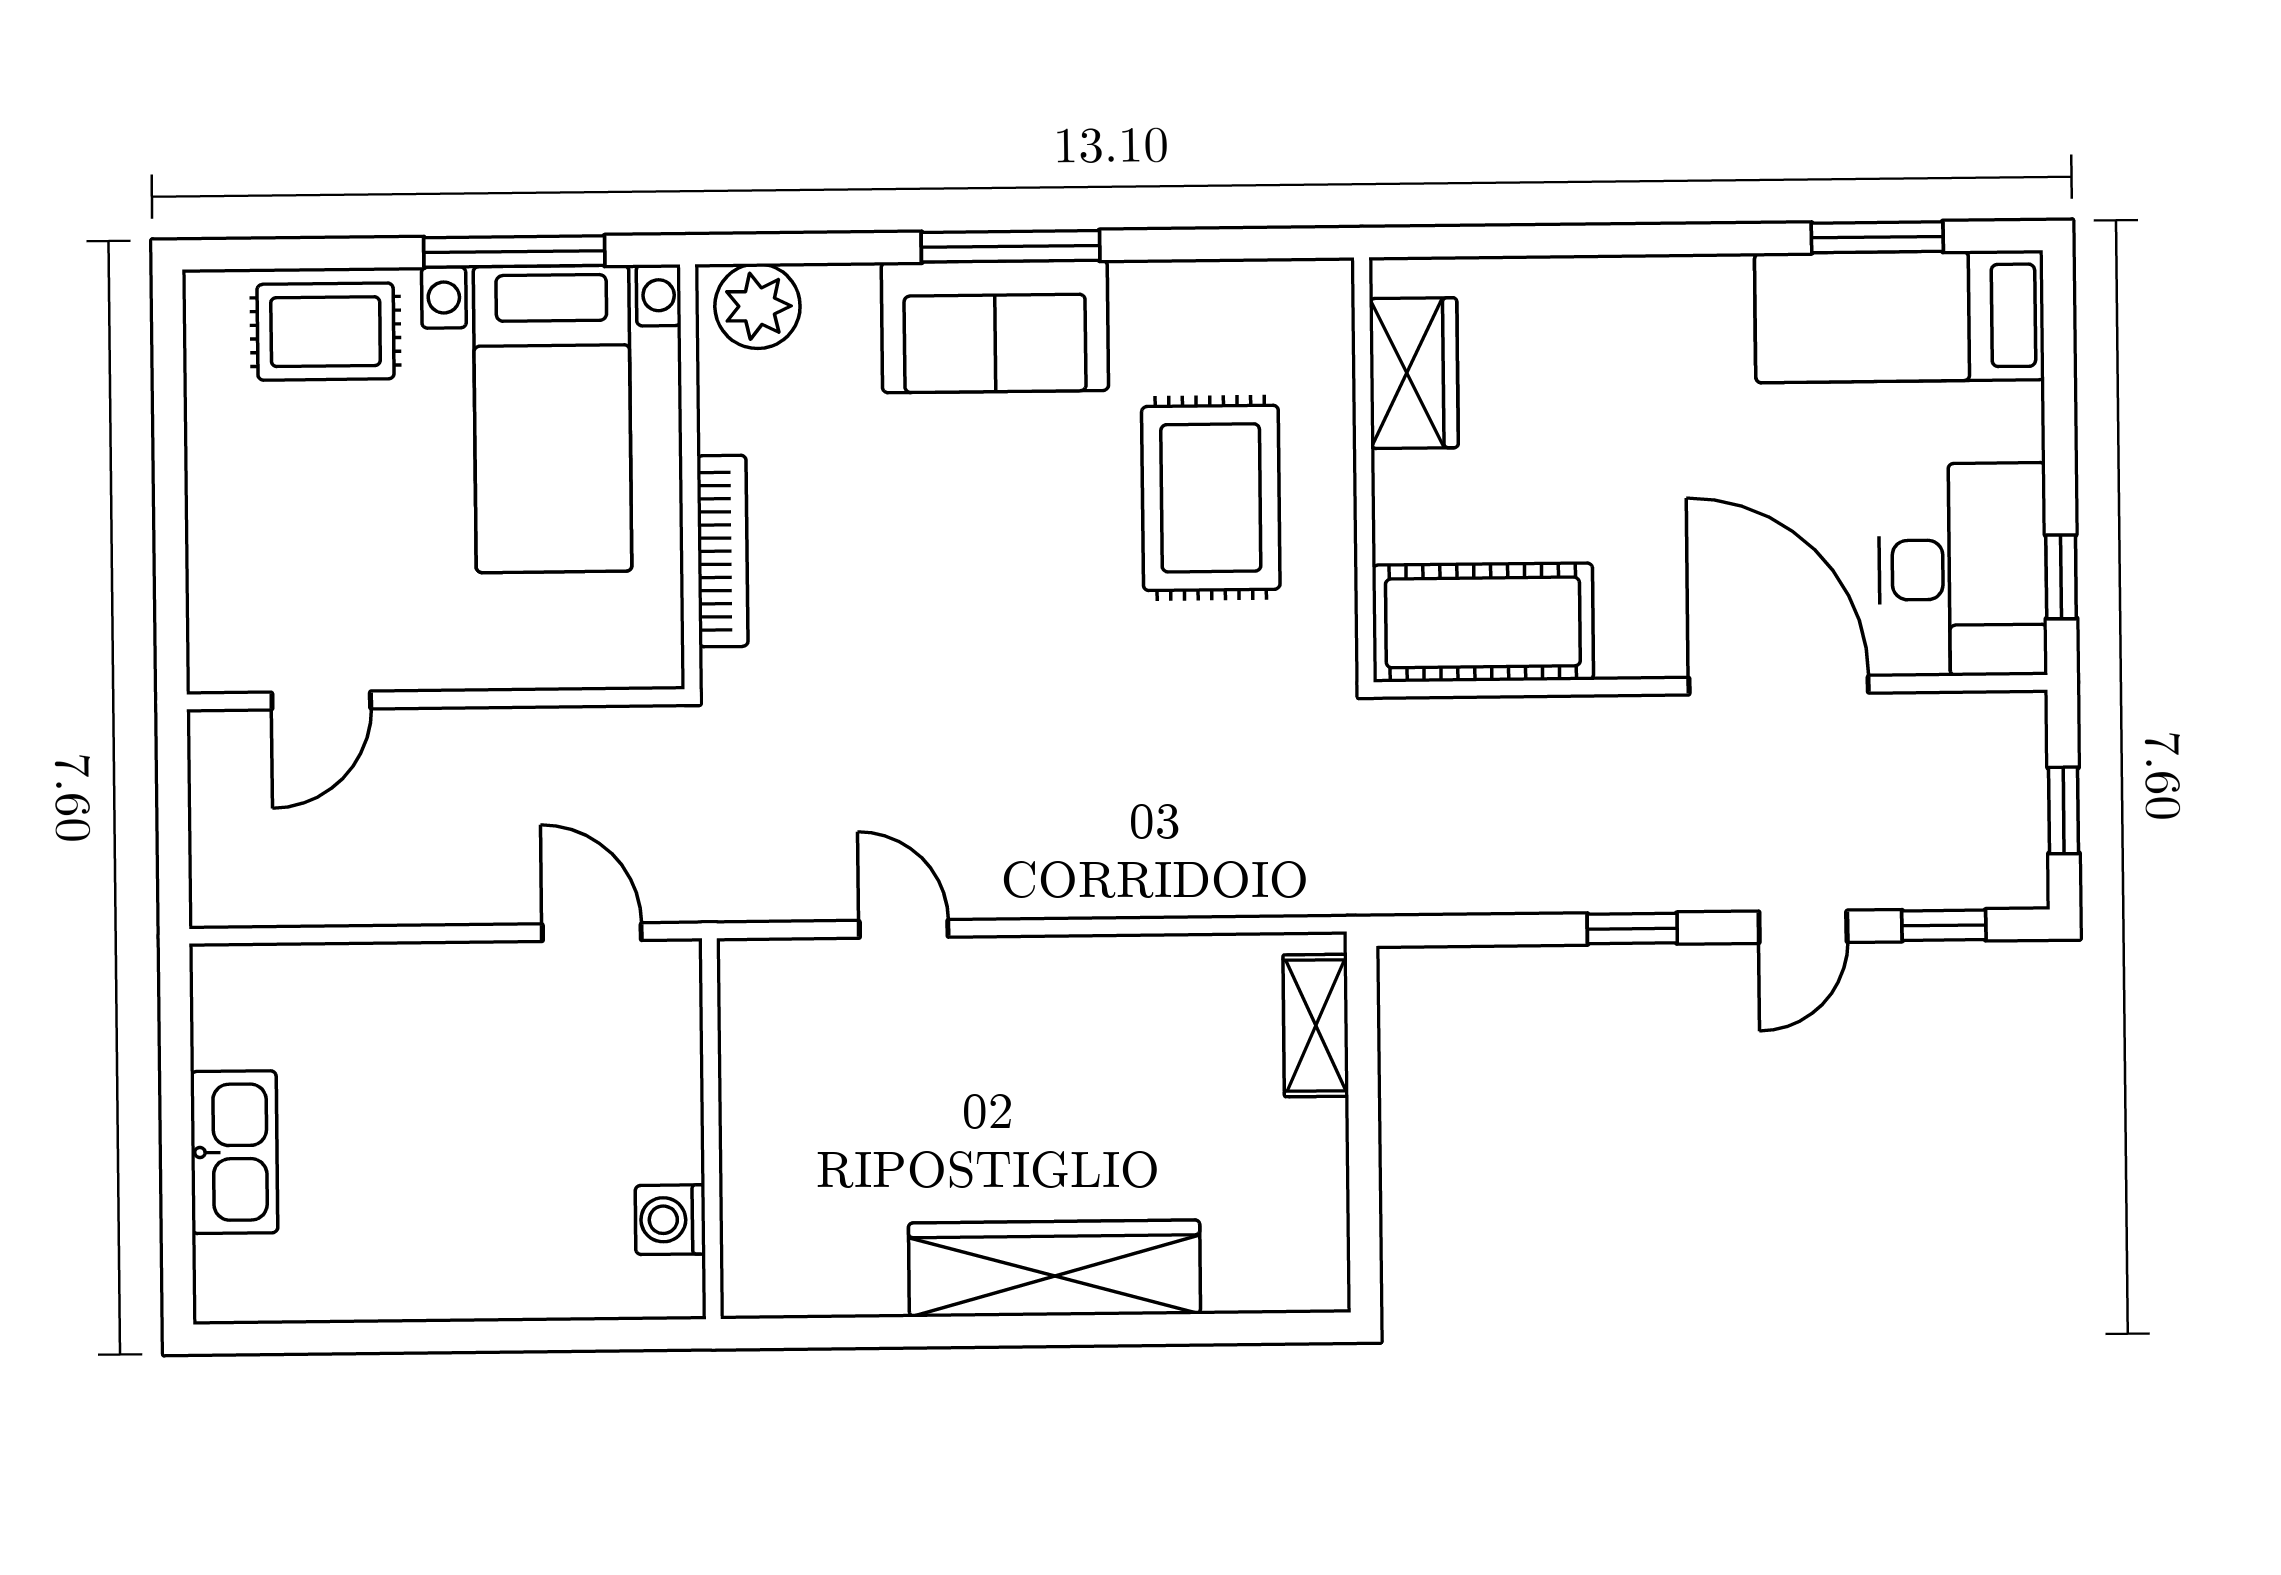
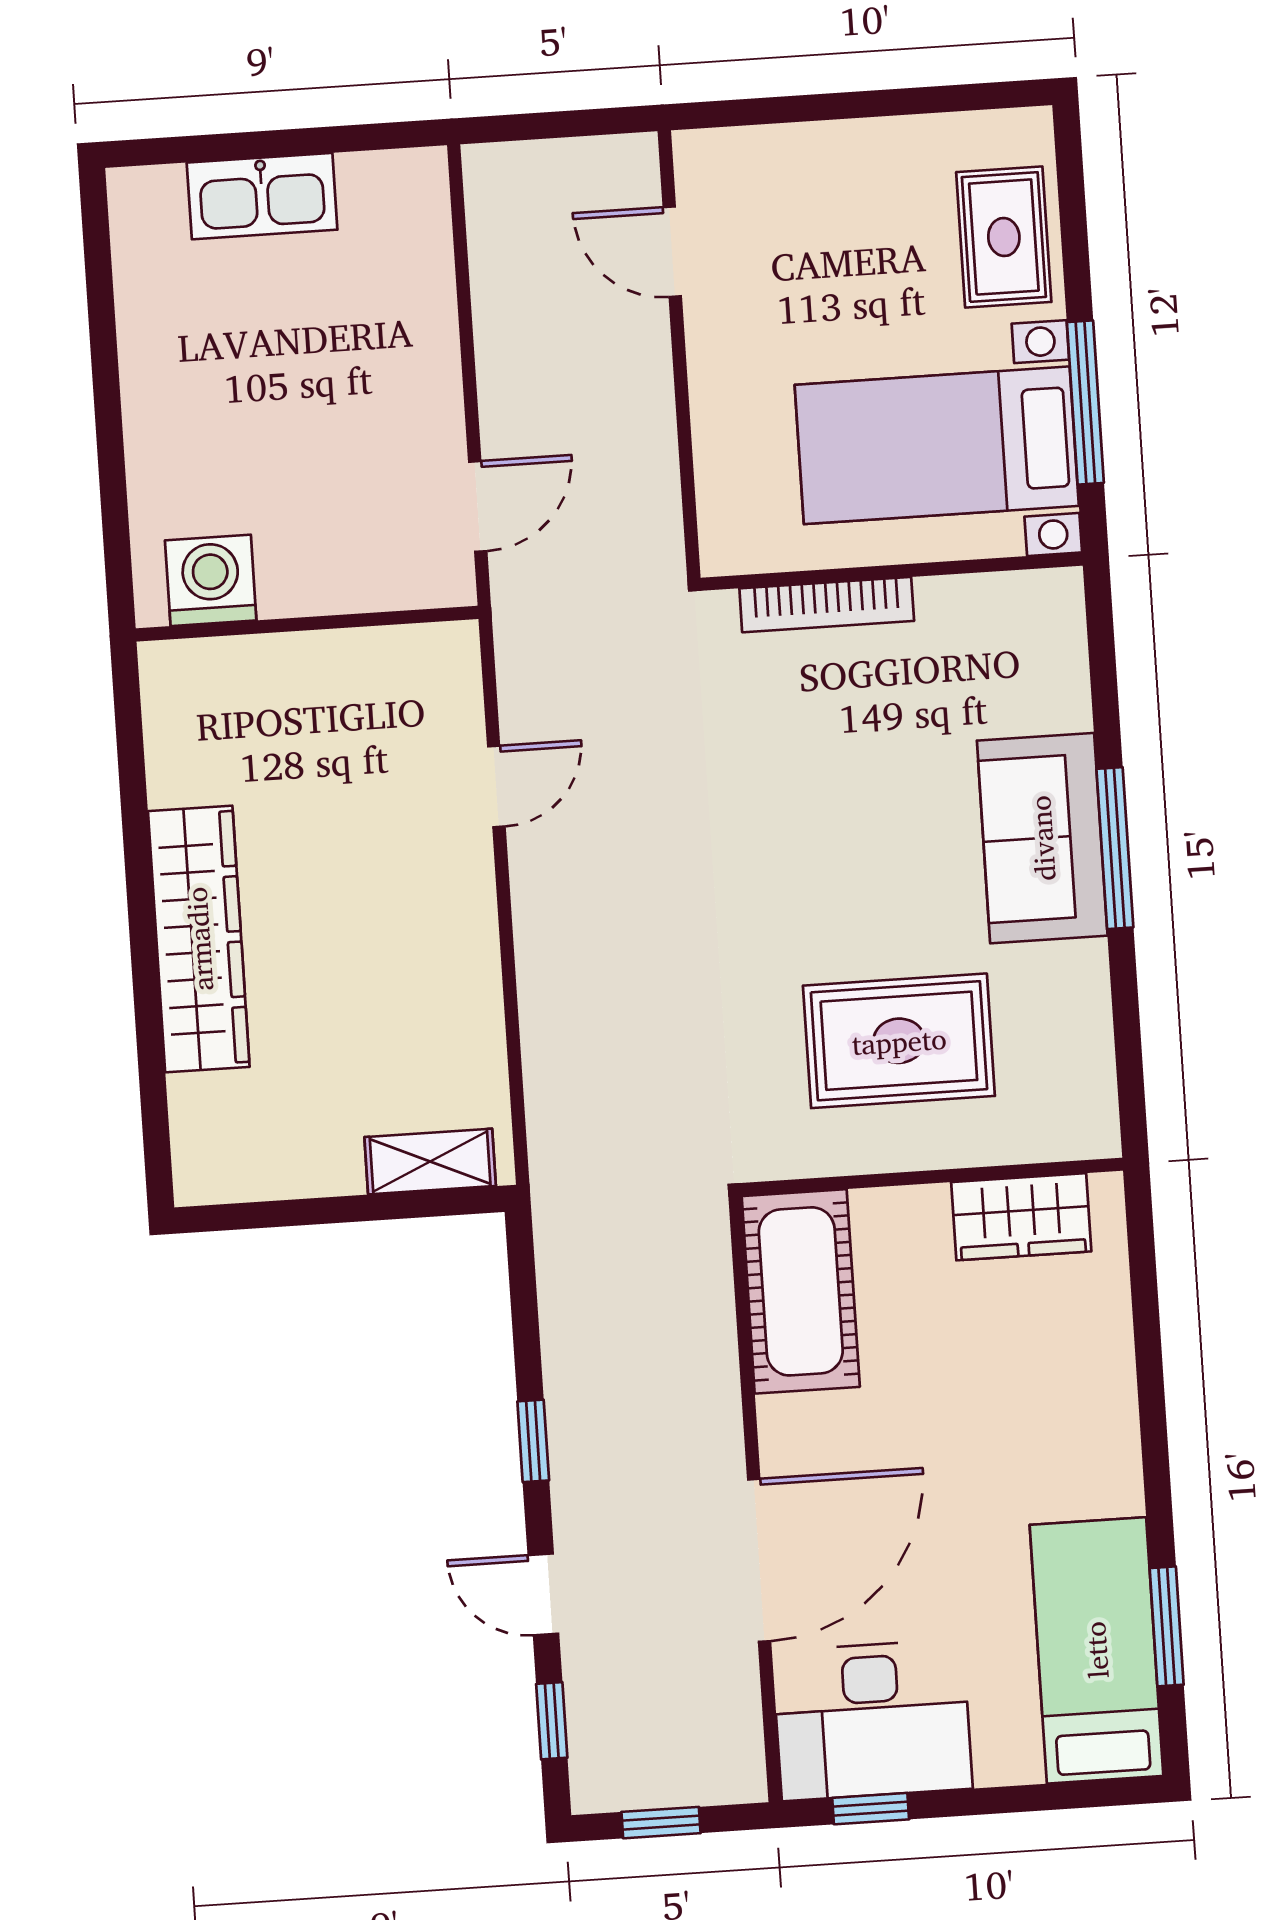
plant: (757, 306) -> (1048, 624), removed
washing machine: (670, 1220) -> (211, 580), width x1.38, depth x1.38

